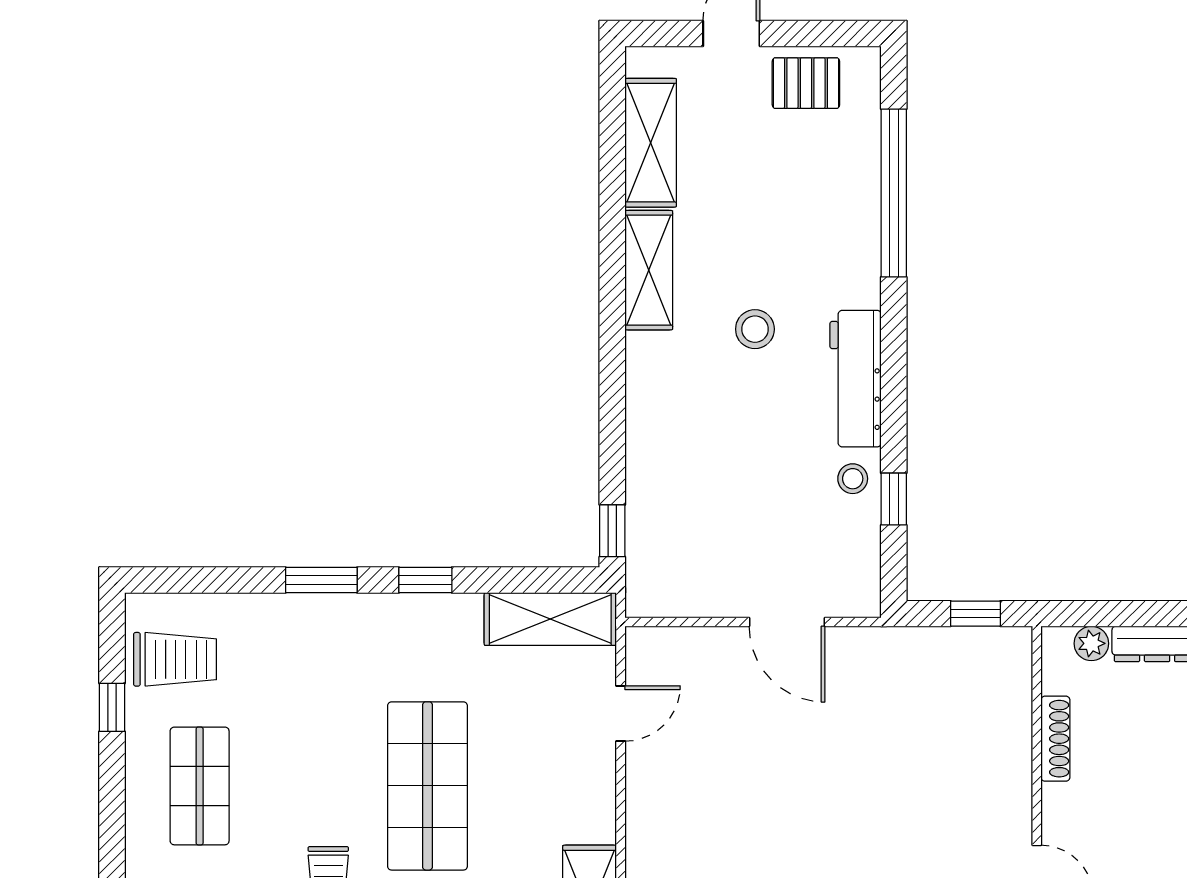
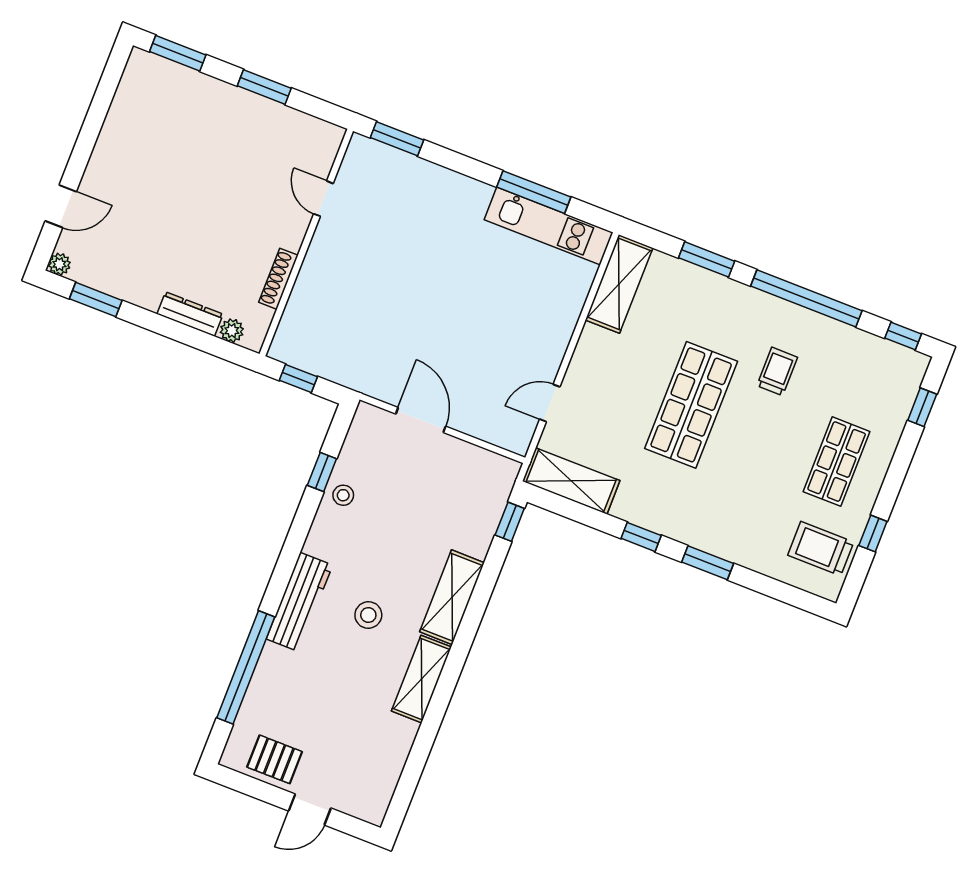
shelving: (651, 143) -> (452, 597), moved
workbench: (856, 379) -> (299, 602), moved

